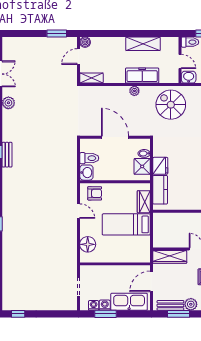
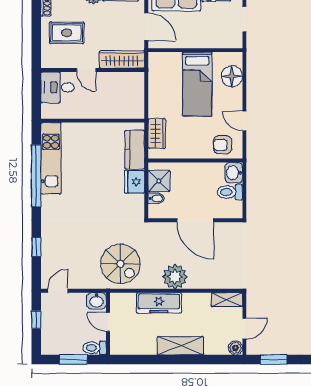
shelving: (143, 44) -> (180, 346), moved
plant: (134, 91) -> (175, 277), width x1.88, depth x1.88
bed: (126, 224) -> (197, 84), moved, turned 90
door: (152, 281) -> (146, 27), hinge flipped

